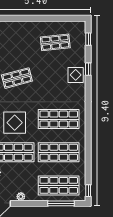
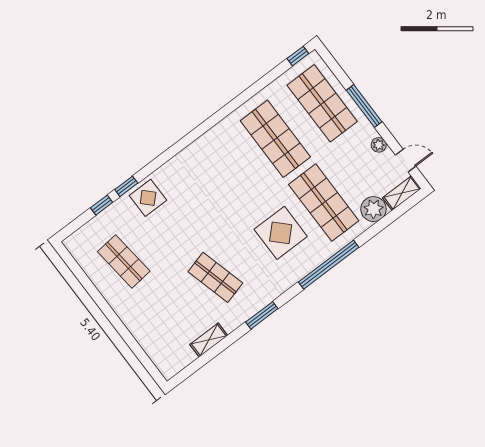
window: (88, 39) -> (102, 205), moved
shop shelf: (59, 119) -> (229, 174), removed
window: (61, 203) -> (364, 106), moved

